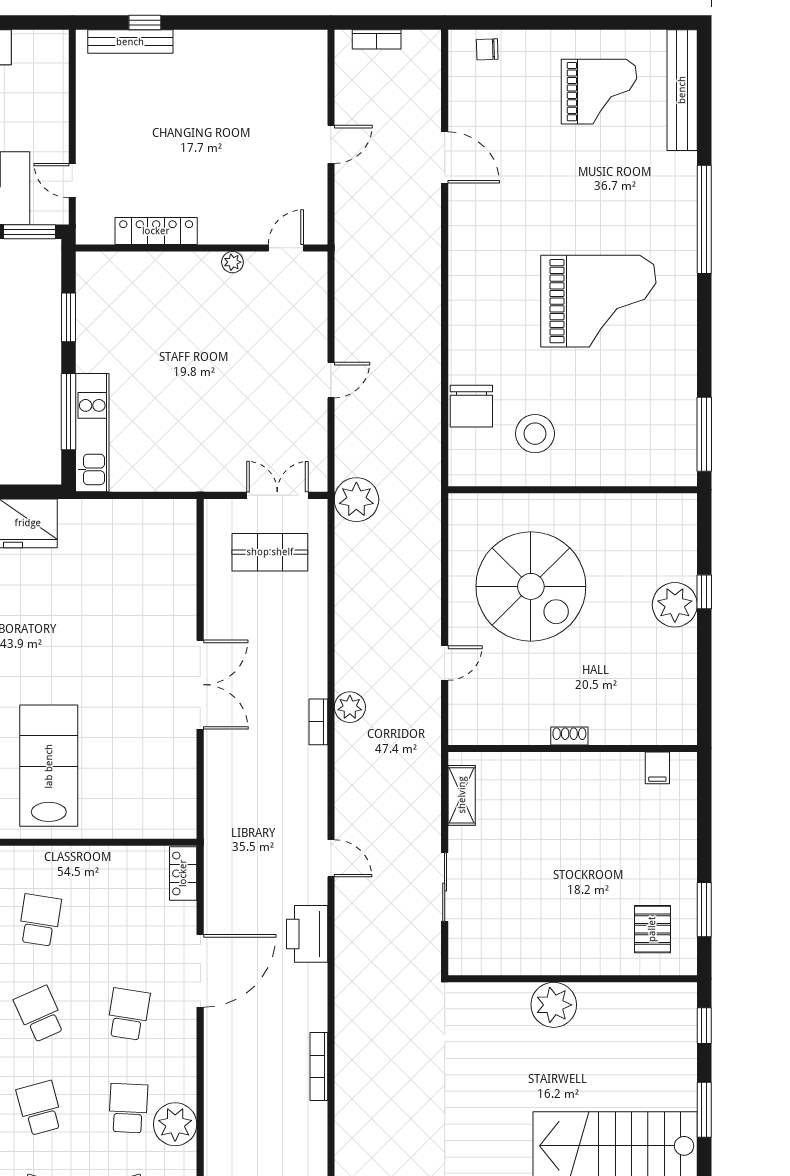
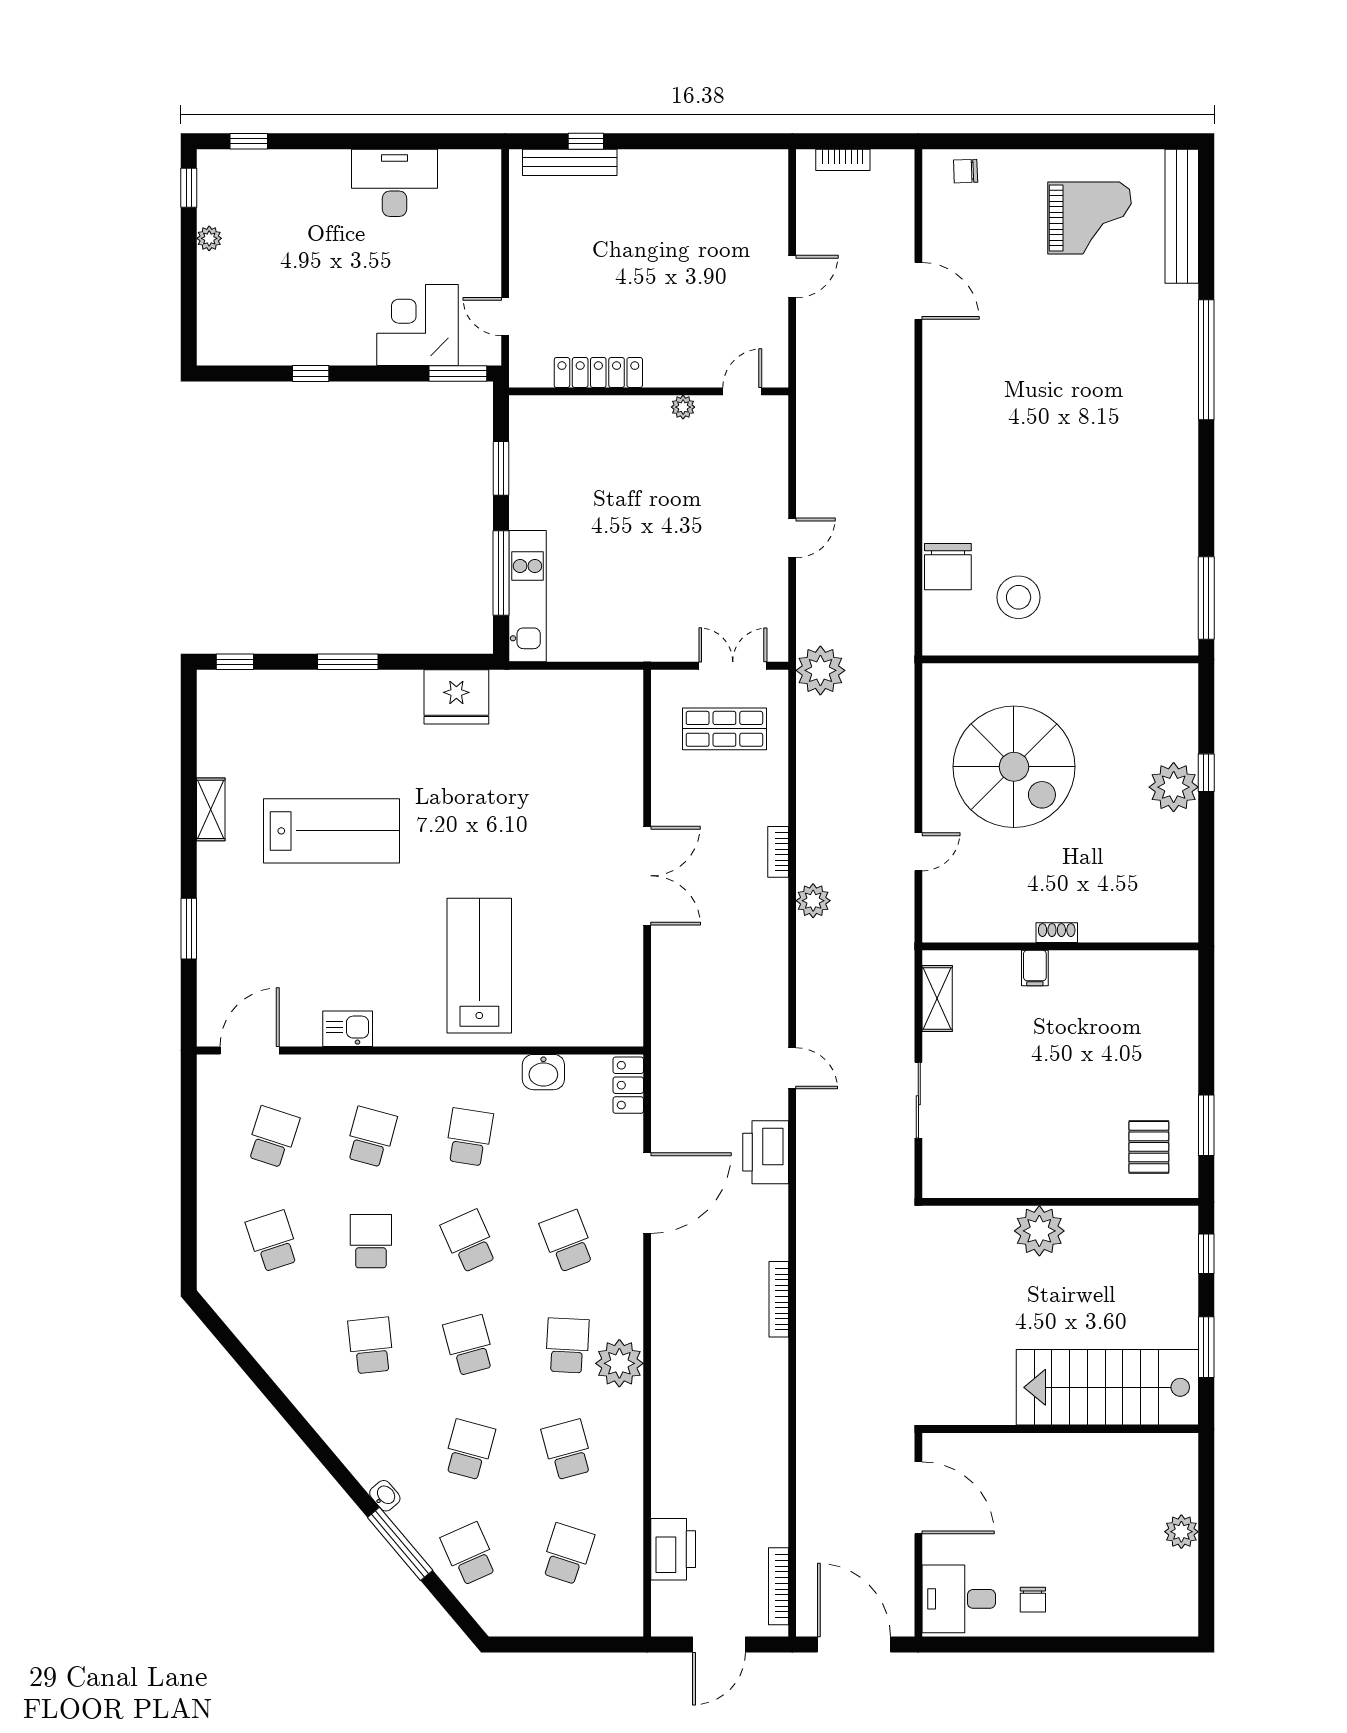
grand piano: (598, 301) -> (1089, 450), removed
bookcase: (318, 722) -> (778, 852), moved
filing cabinet: (657, 768) -> (1035, 968), moved
washbasin: (107, 862) -> (543, 1072), added
school desk: (128, 1014) -> (567, 1241), turned -30

